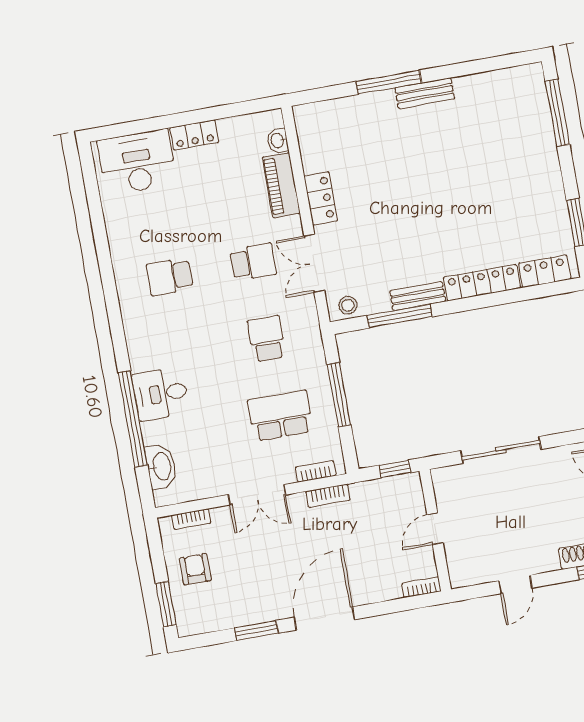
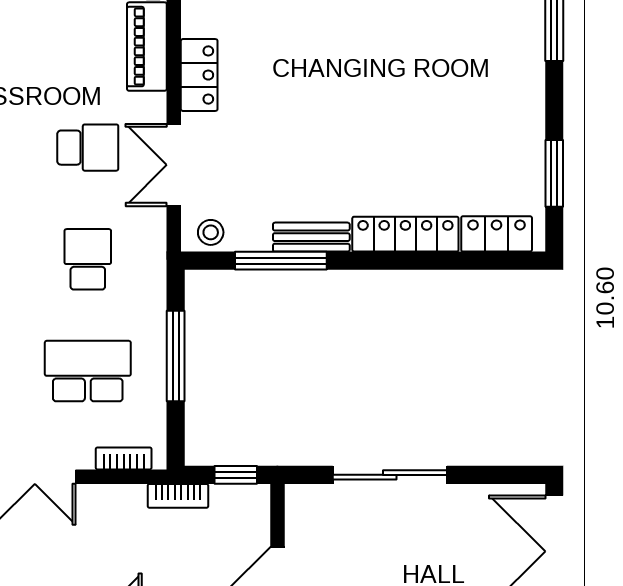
bookcase: (328, 496) -> (178, 496), moved

